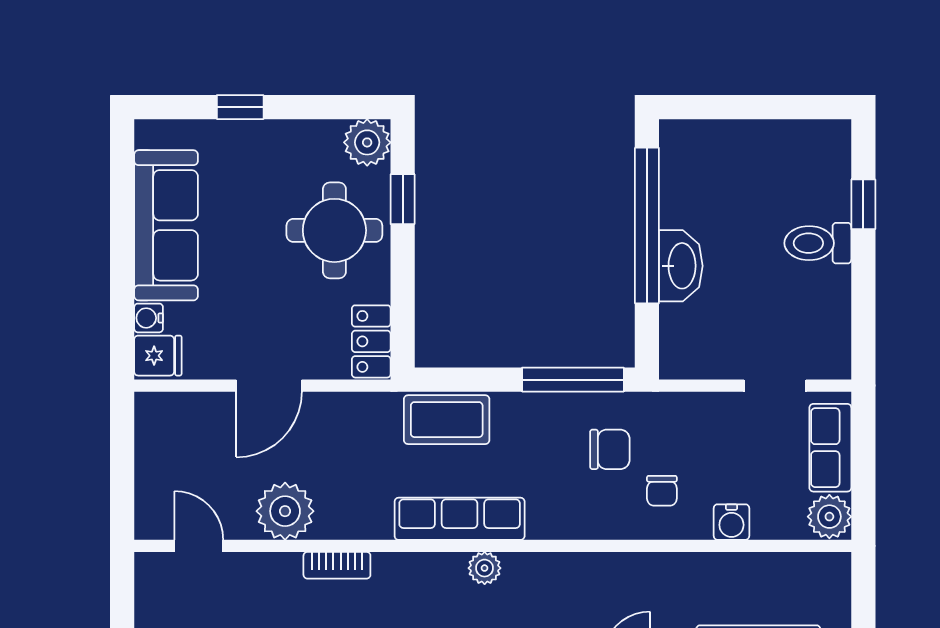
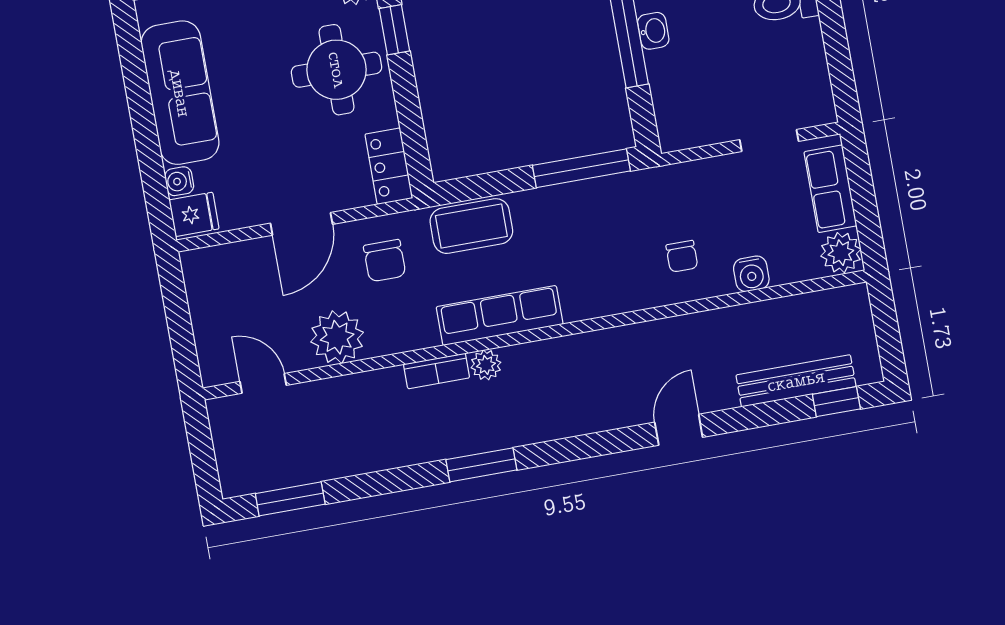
washbasin: (681, 266) -> (653, 31), width x0.52, depth x0.69
chair: (610, 449) -> (385, 261), moved, turned 90
bookcase: (337, 565) -> (437, 371), moved
plant: (485, 568) -> (486, 365), moved

